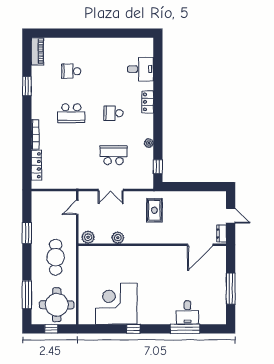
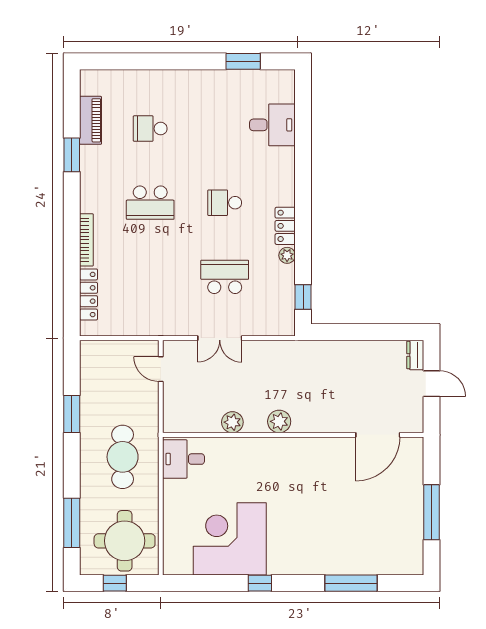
window: (124, 33) -> (243, 61), added
piano: (37, 51) -> (91, 120), moved
locker: (148, 102) -> (285, 226), moved
door: (77, 207) -> (161, 369), hinge flipped
rug: (154, 210) -> (297, 374), removed
dresser: (221, 233) -> (415, 355), moved
plant: (88, 237) -> (279, 421), moved
desk: (188, 313) -> (184, 459), moved, turned 90

